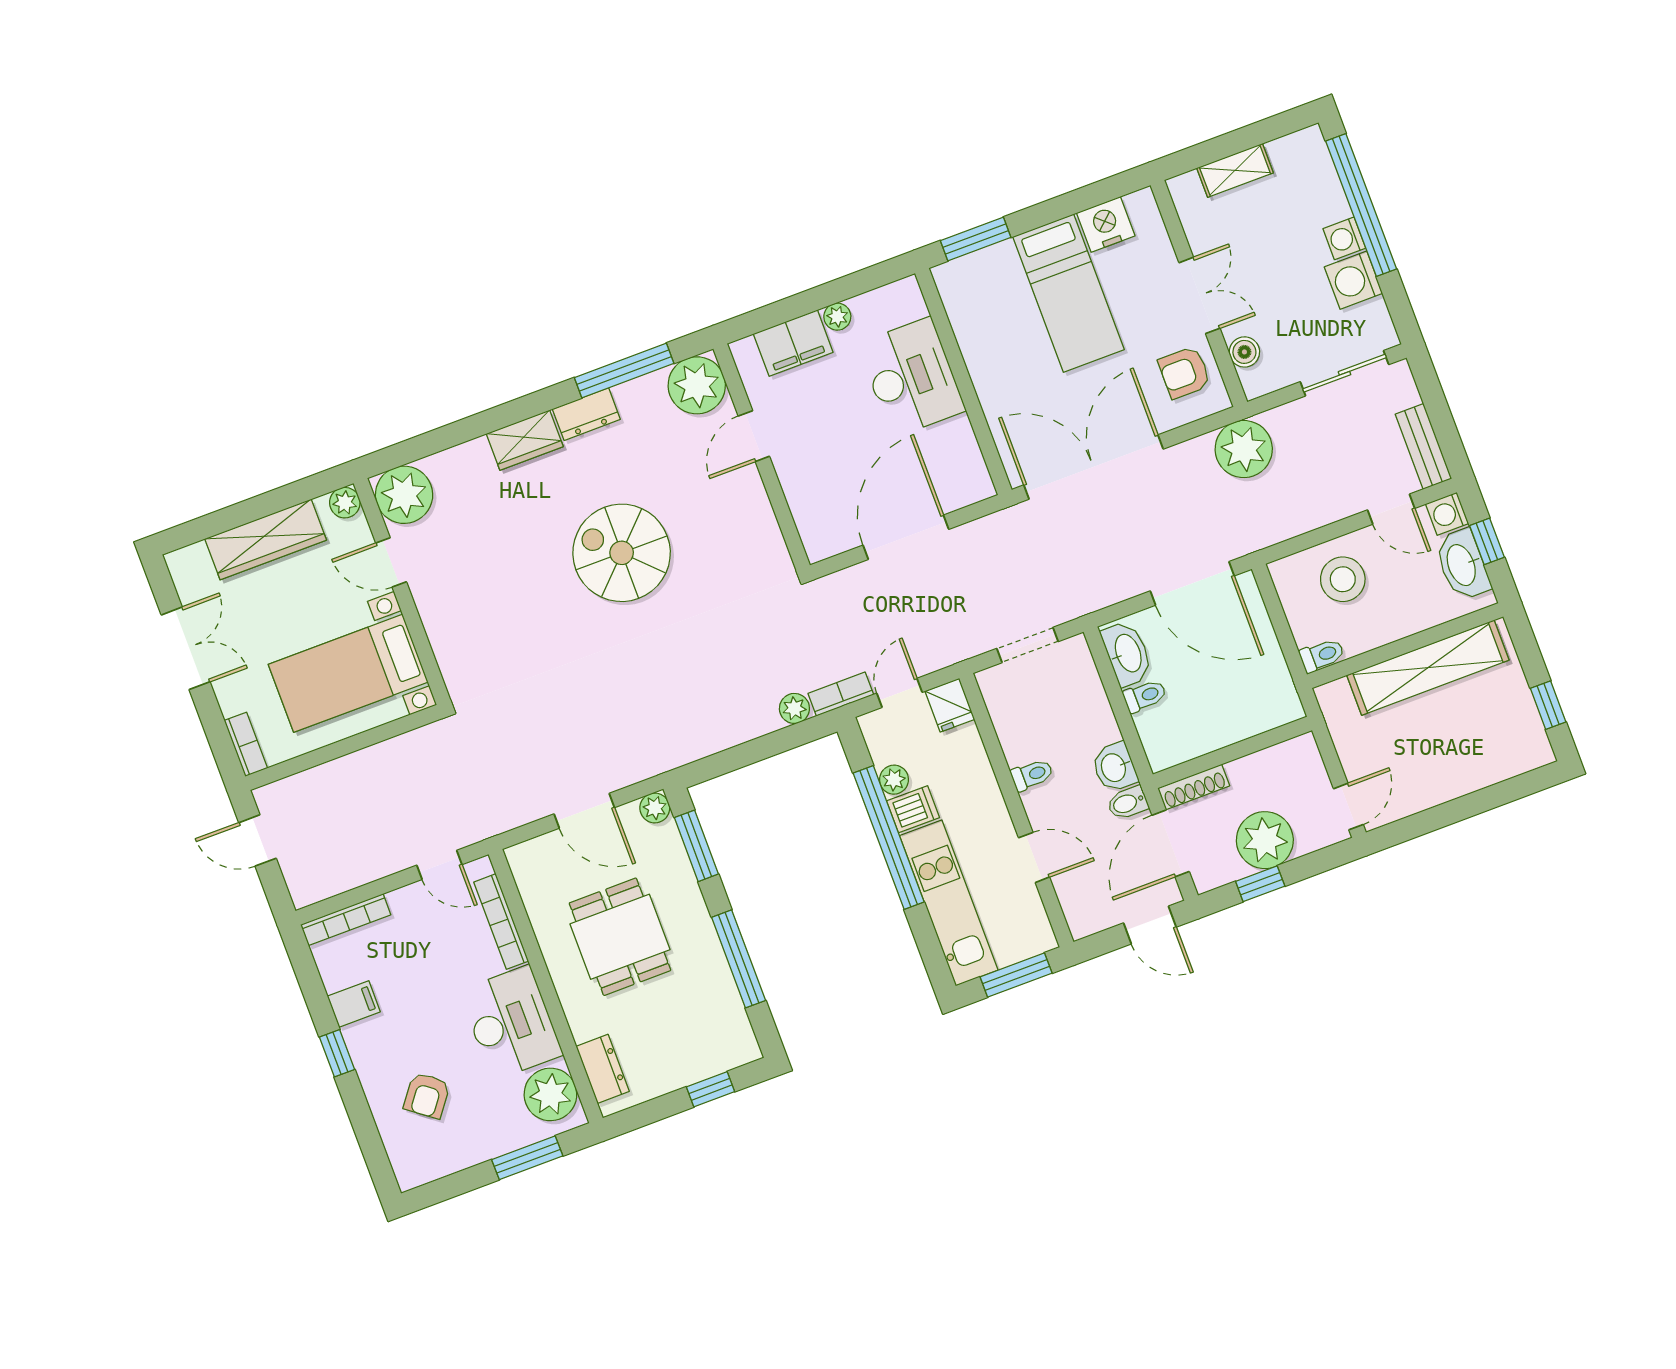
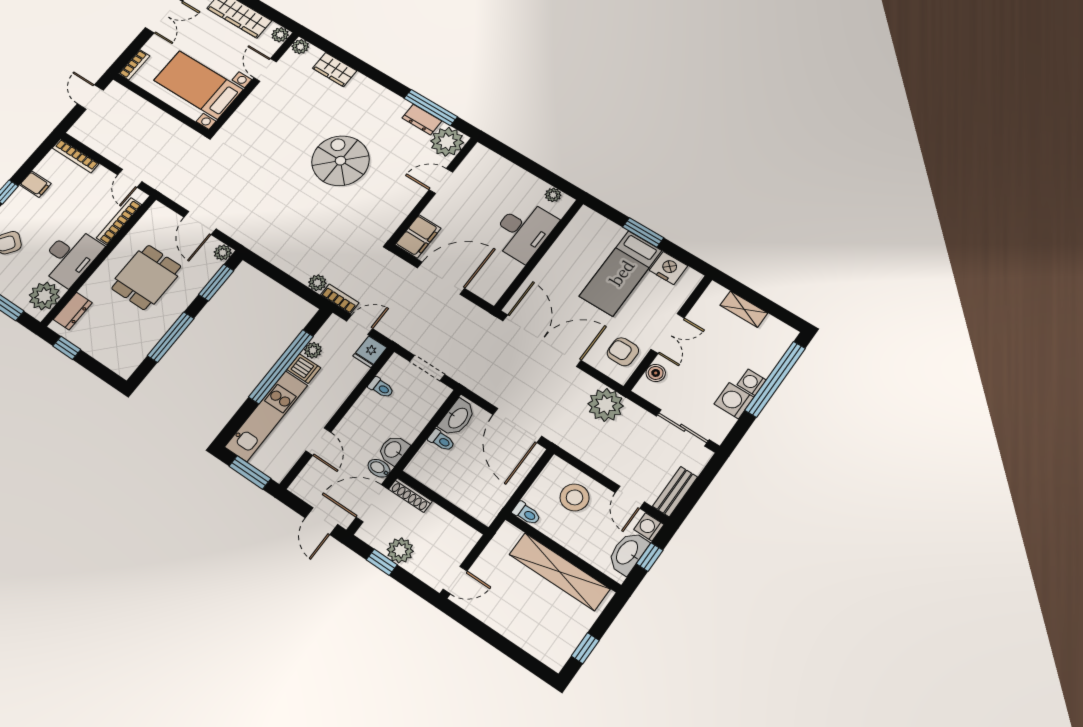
window: (976, 239) -> (643, 232), moved
plant: (837, 317) -> (553, 195), moved
filing cabinet: (793, 343) -> (418, 236), moved, turned -90
dresser: (586, 414) -> (422, 120), moved
wardrobe: (525, 440) -> (335, 70), moved
plant: (404, 495) -> (300, 47), width x0.53, depth x0.53
toilet: (1032, 775) -> (381, 388), moved
plant: (1265, 840) -> (400, 550), width x0.73, depth x0.73
window: (710, 1089) -> (67, 348), moved

